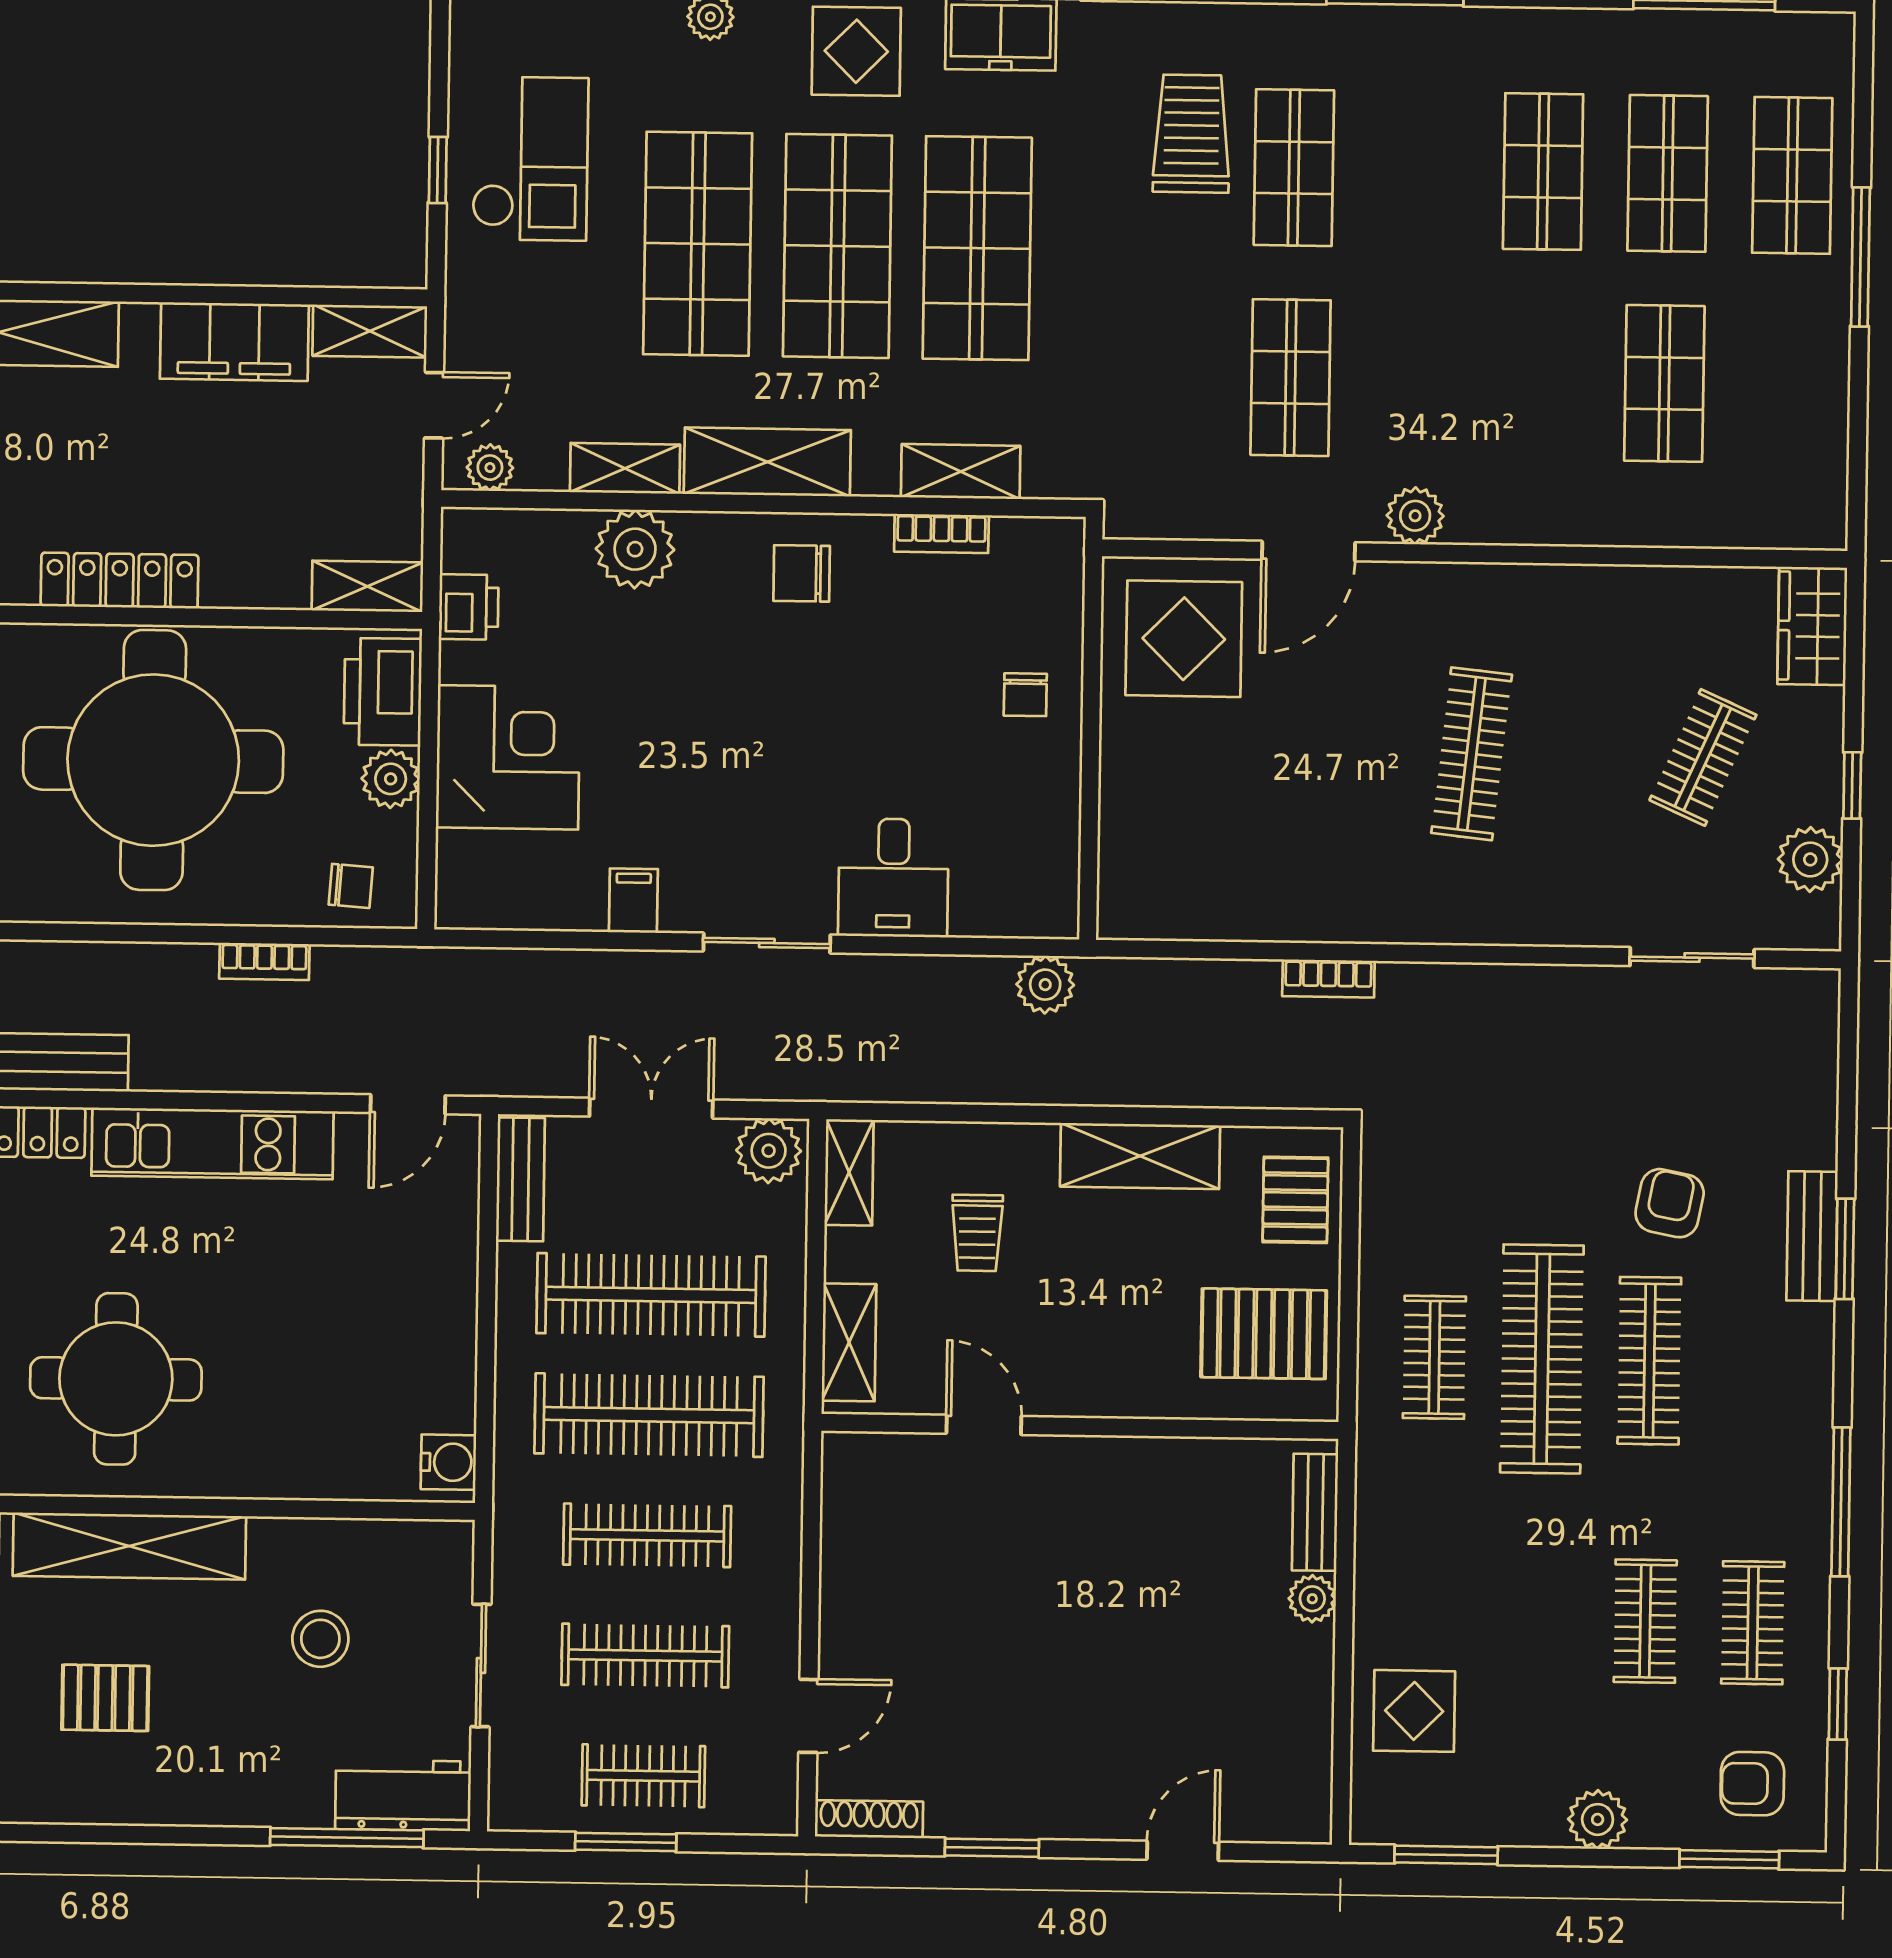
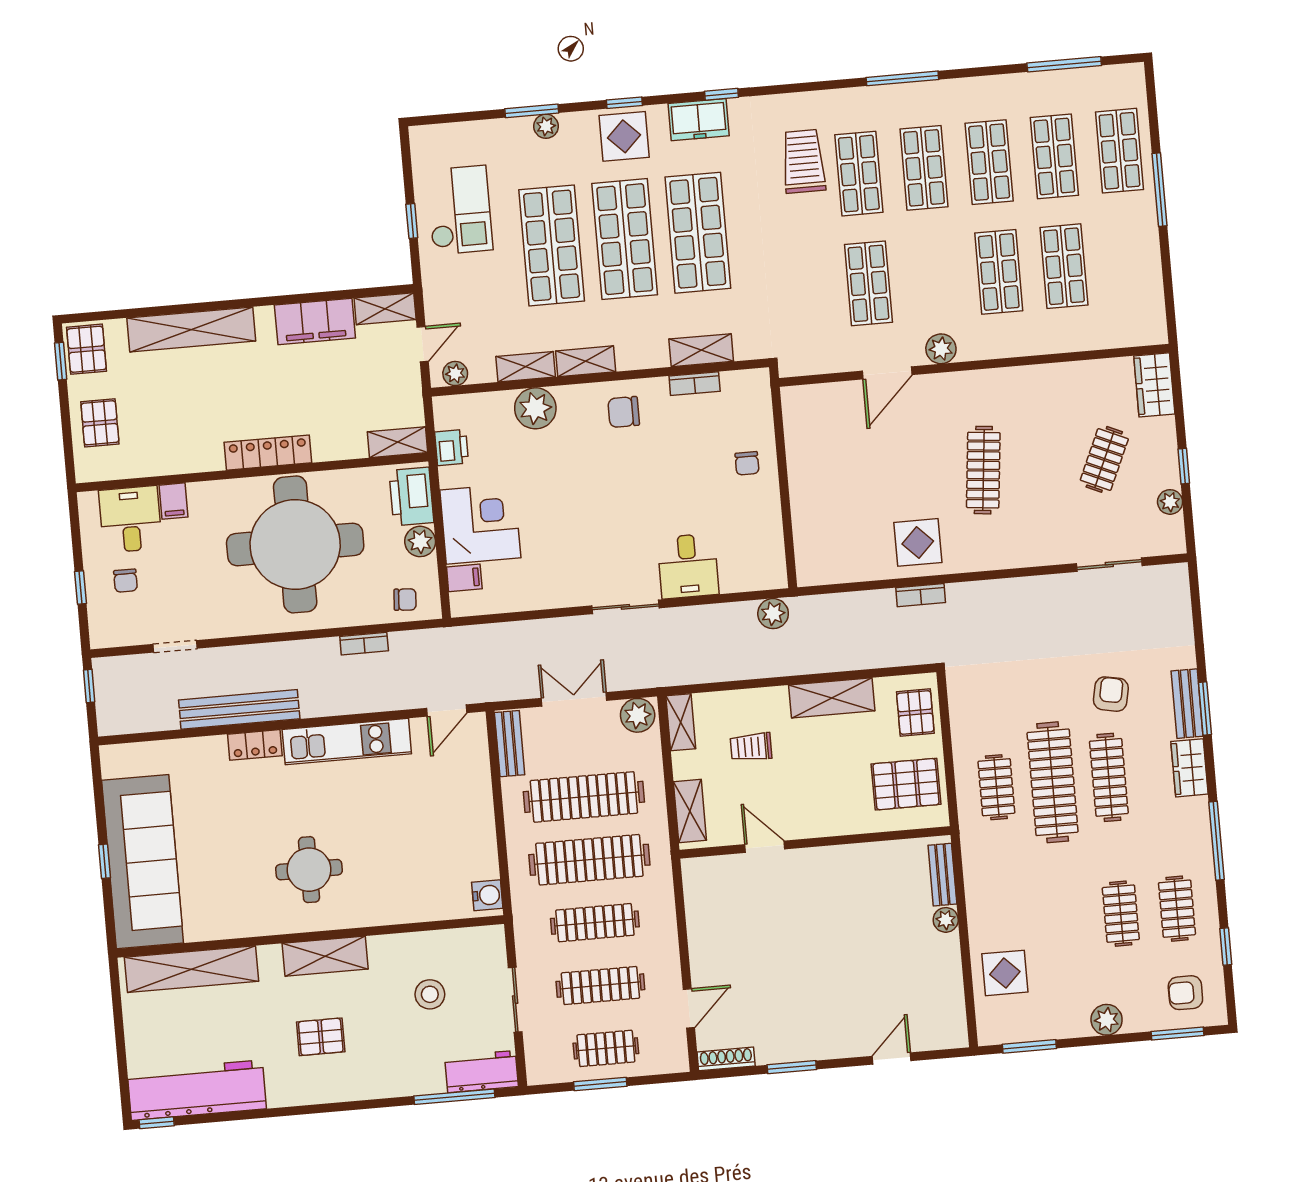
shop shelf: (1418, 170) -> (924, 168), added
shop shelf: (1540, 381) -> (999, 272), added
shelving: (767, 462) -> (586, 361), width x0.67, depth x0.75
display table: (1184, 639) -> (918, 542), moved, width x0.73, depth x0.73
plant: (1810, 859) -> (1170, 502), width x0.73, depth x0.73
filing cabinet: (633, 901) -> (464, 578), moved, turned 90
trolley: (977, 1233) -> (751, 747), turned 90
wardrobe: (1804, 1358) -> (1189, 768), added
round table: (116, 1379) -> (309, 870), width x0.73, depth x0.73
shelving: (129, 1546) -> (325, 956), width x0.68

